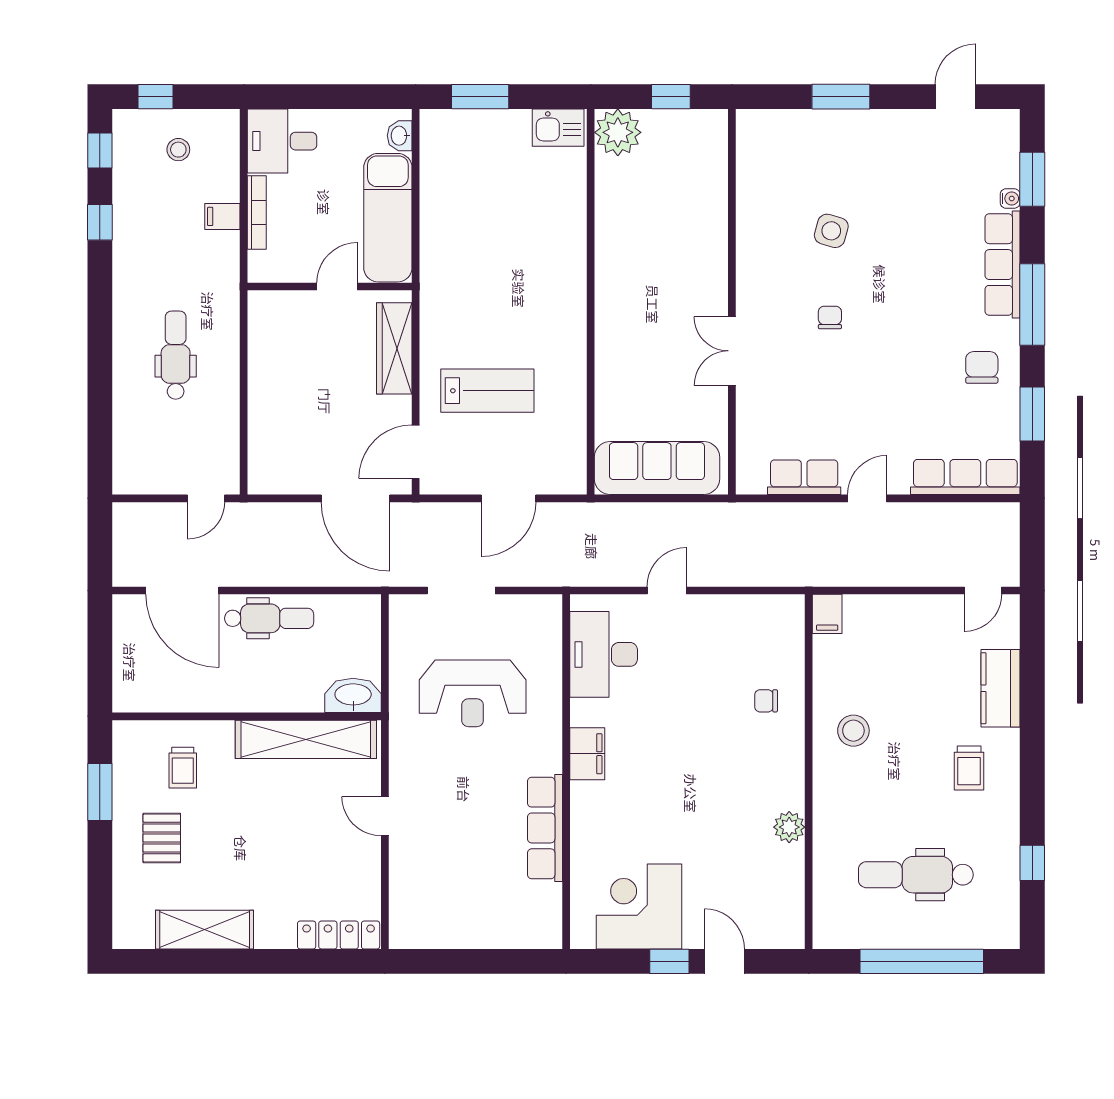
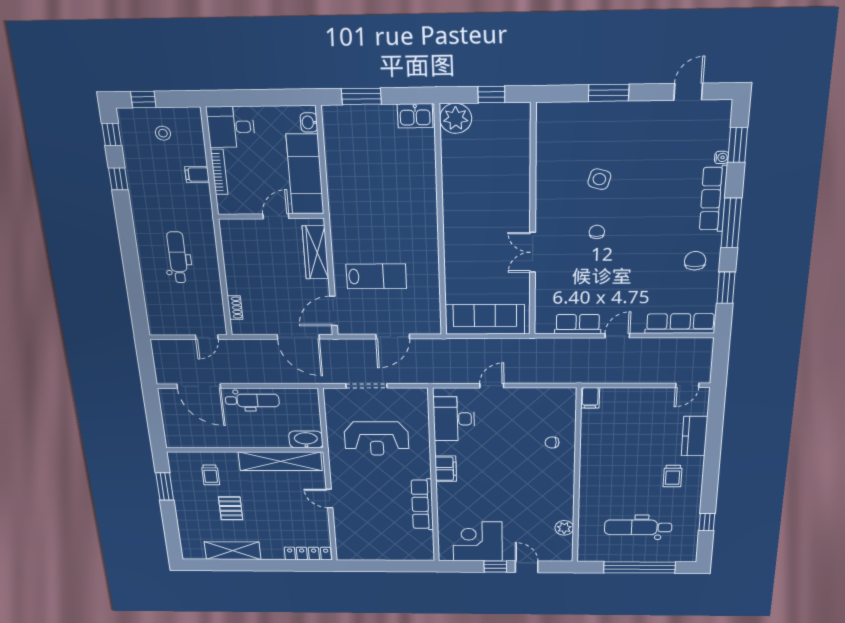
shoe rack: (258, 444) -> (235, 308), added
stool: (853, 731) -> (604, 457), removed
plant: (789, 827) -> (564, 528), moved
pallet: (162, 838) -> (231, 508), moved

